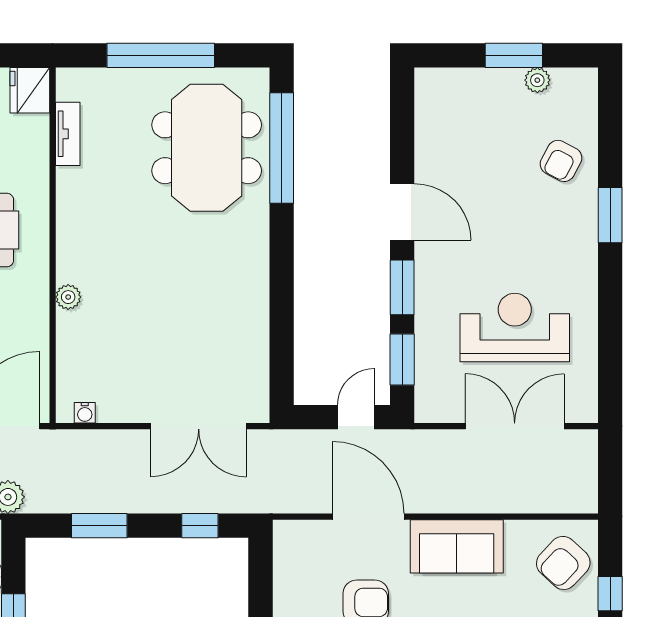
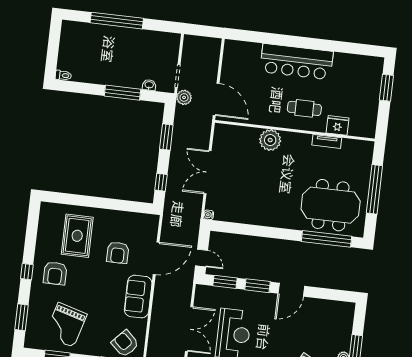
fridge: (30, 90) -> (338, 125), moved
tv unit: (68, 134) -> (327, 141), moved
plant: (68, 297) -> (270, 140), width x1.88, depth x1.88
water cooler: (85, 413) -> (209, 215), moved
double door: (199, 426) -> (208, 172), moved

